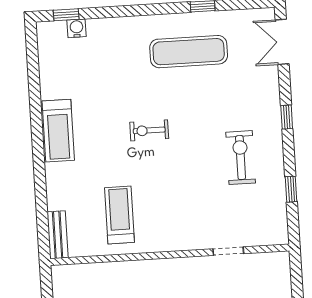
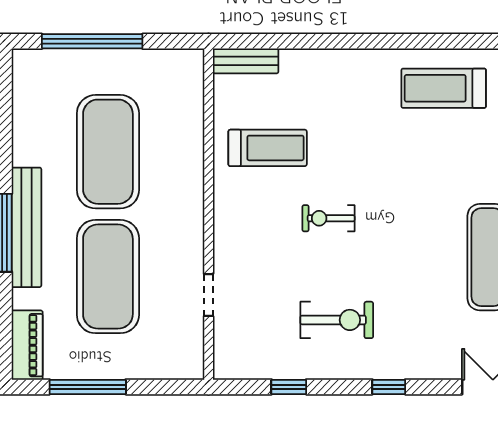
exercise bike: (149, 130) -> (328, 218), moved, turned -90
treadmill: (58, 131) -> (444, 88), moved

